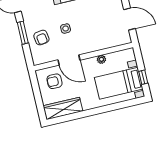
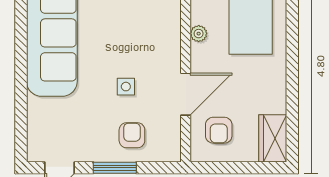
armchair: (41, 38) -> (132, 135), turned -82
wardrobe: (63, 108) -> (273, 138), width x0.67

